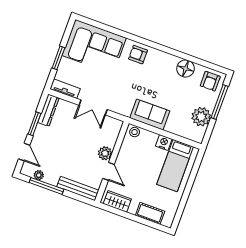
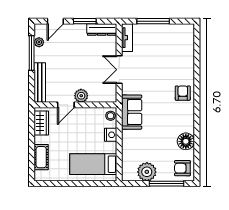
corner sofa: (94, 47) -> (175, 50), removed
window: (58, 58) -> (153, 21), width x1.44
sofa: (150, 114) -> (132, 112), moved
nightstand: (164, 142) -> (111, 135), moved

